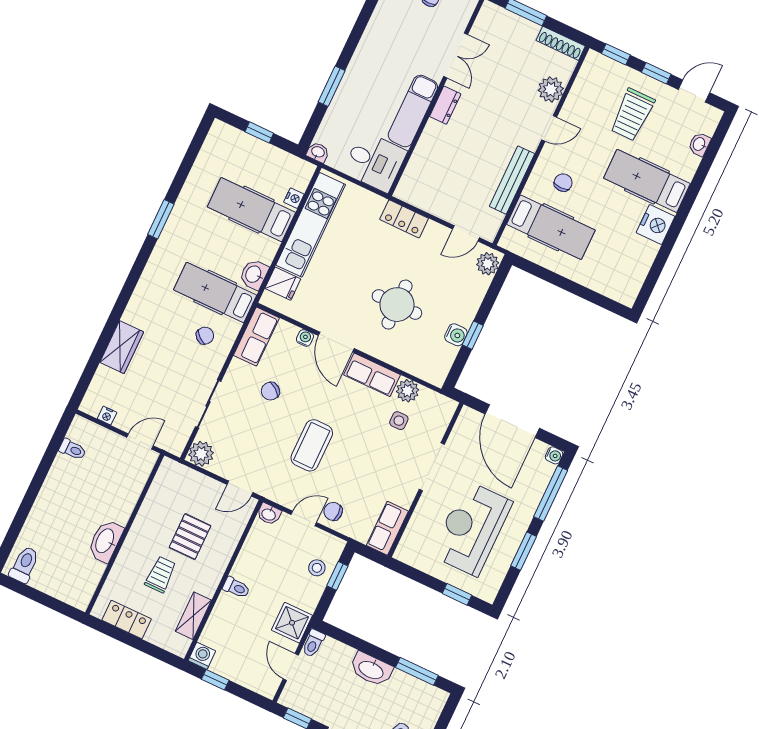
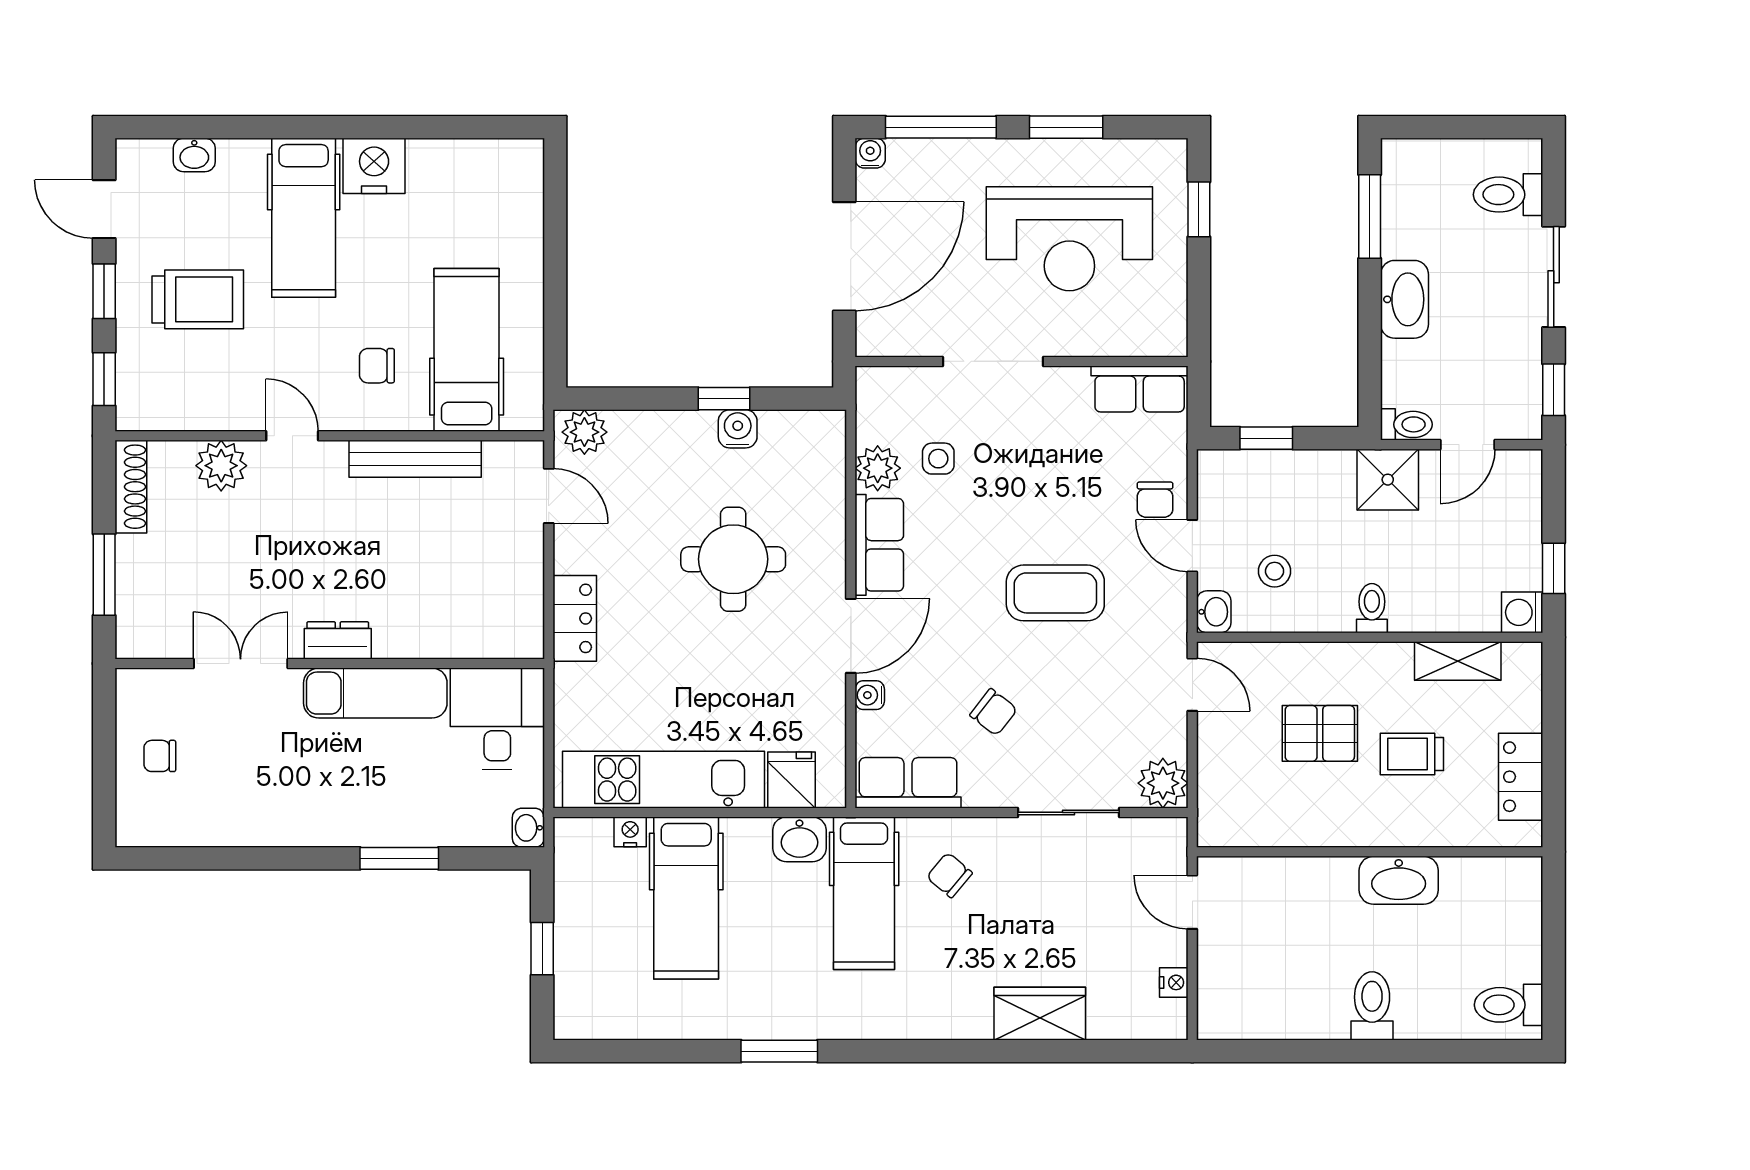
toilet: (73, 449) -> (1372, 1006), moved, width x1.37, depth x1.39
stool: (317, 568) -> (1275, 571), moved

